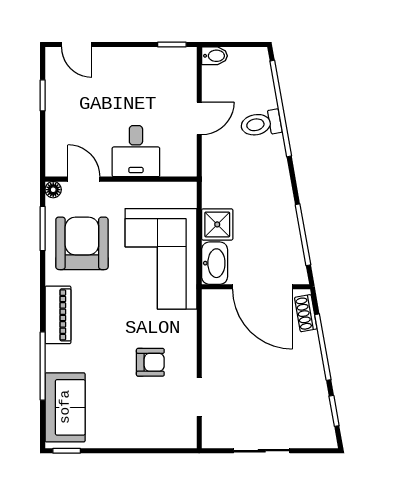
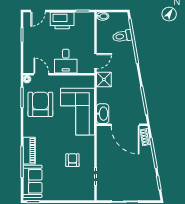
door: (77, 45) -> (38, 11), hinge flipped
printer: (128, 65) -> (62, 21), added
door: (199, 118) -> (95, 61), moved
toilet: (261, 124) -> (122, 36), moved
shower: (217, 224) -> (104, 80), moved
piano: (58, 315) -> (29, 151), moved
armchair: (150, 362) -> (72, 160), turned -90

